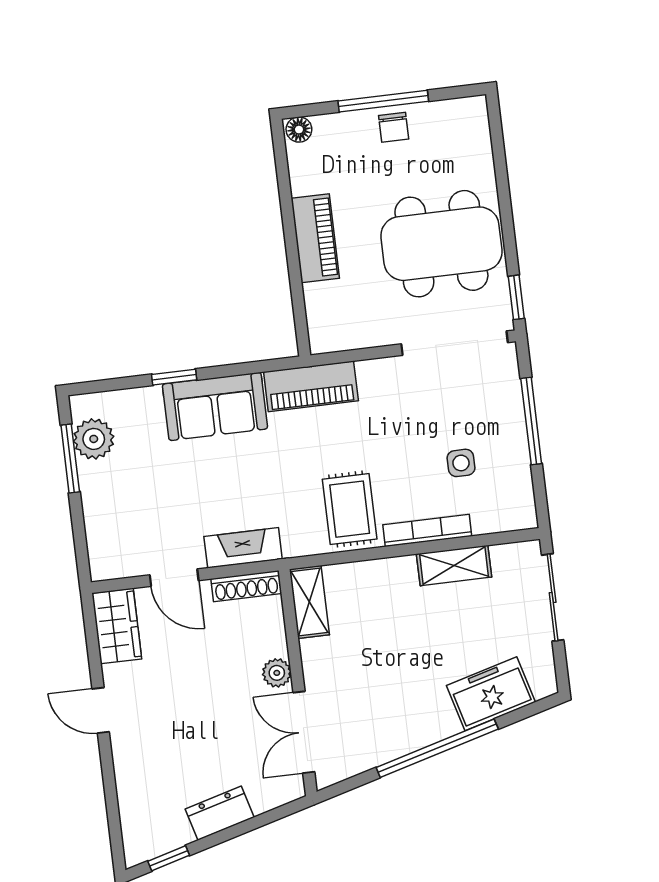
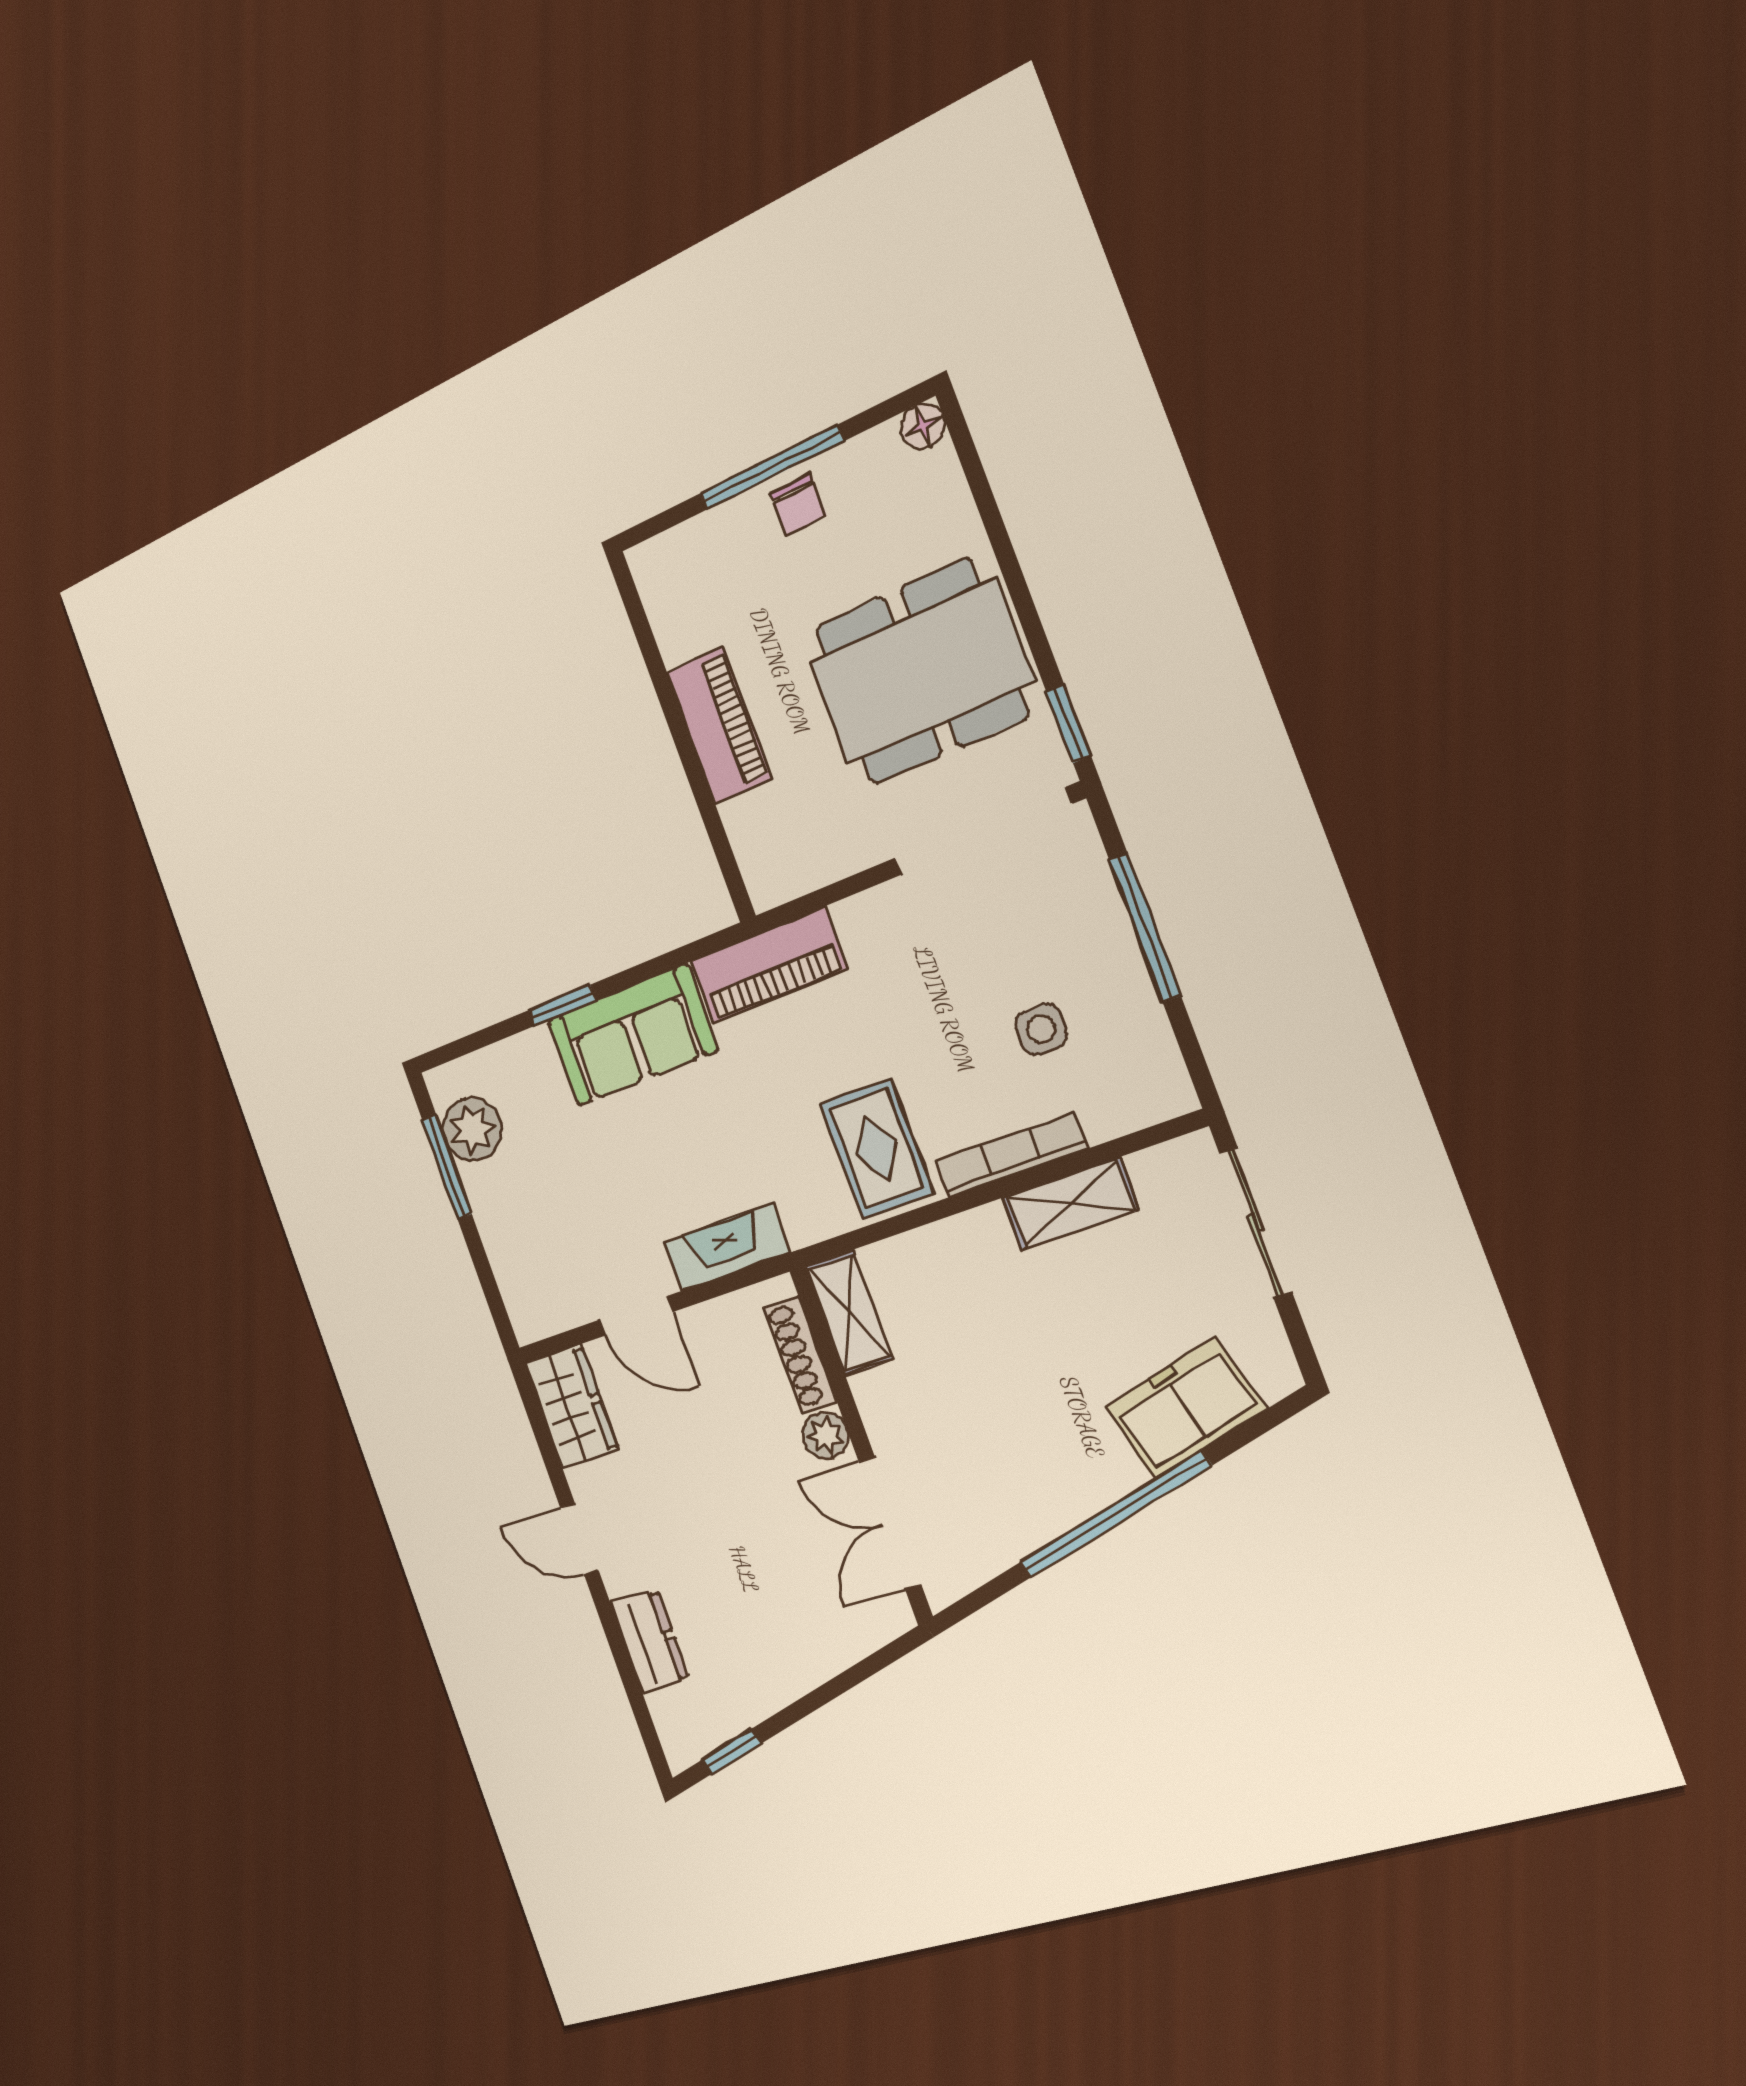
floor lamp: (299, 130) -> (923, 426), moved
shoe rack: (246, 586) -> (800, 1354), moved, turned 90
dresser: (220, 813) -> (650, 1641), moved, turned 105

